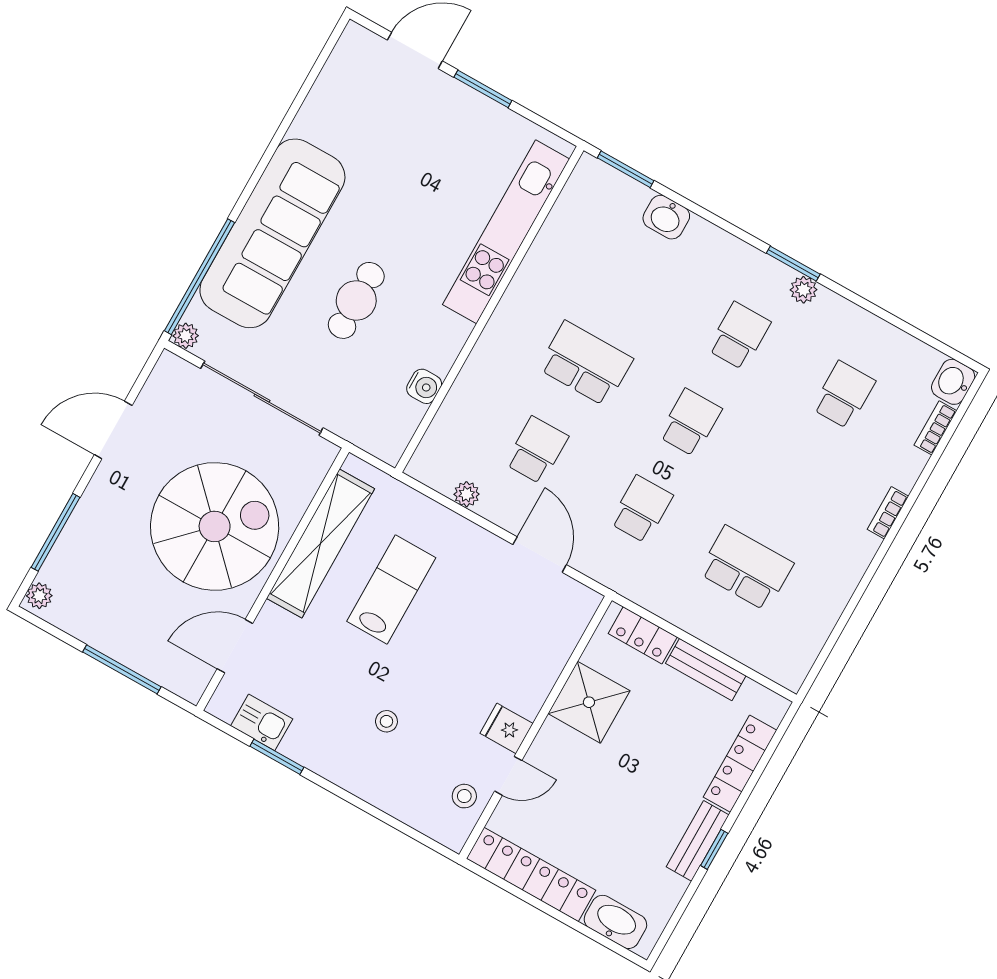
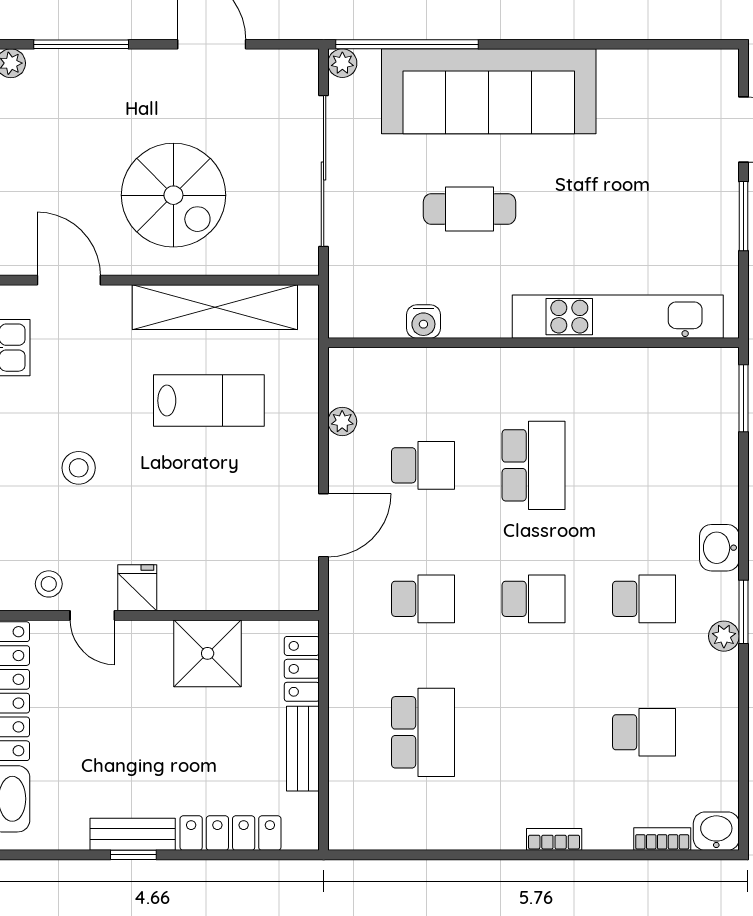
washbasin: (666, 217) -> (719, 548), moved
spiral stairs: (215, 526) -> (173, 195), width x0.73, depth x0.73
stool: (386, 721) -> (79, 468), width x1.37, depth x1.37

